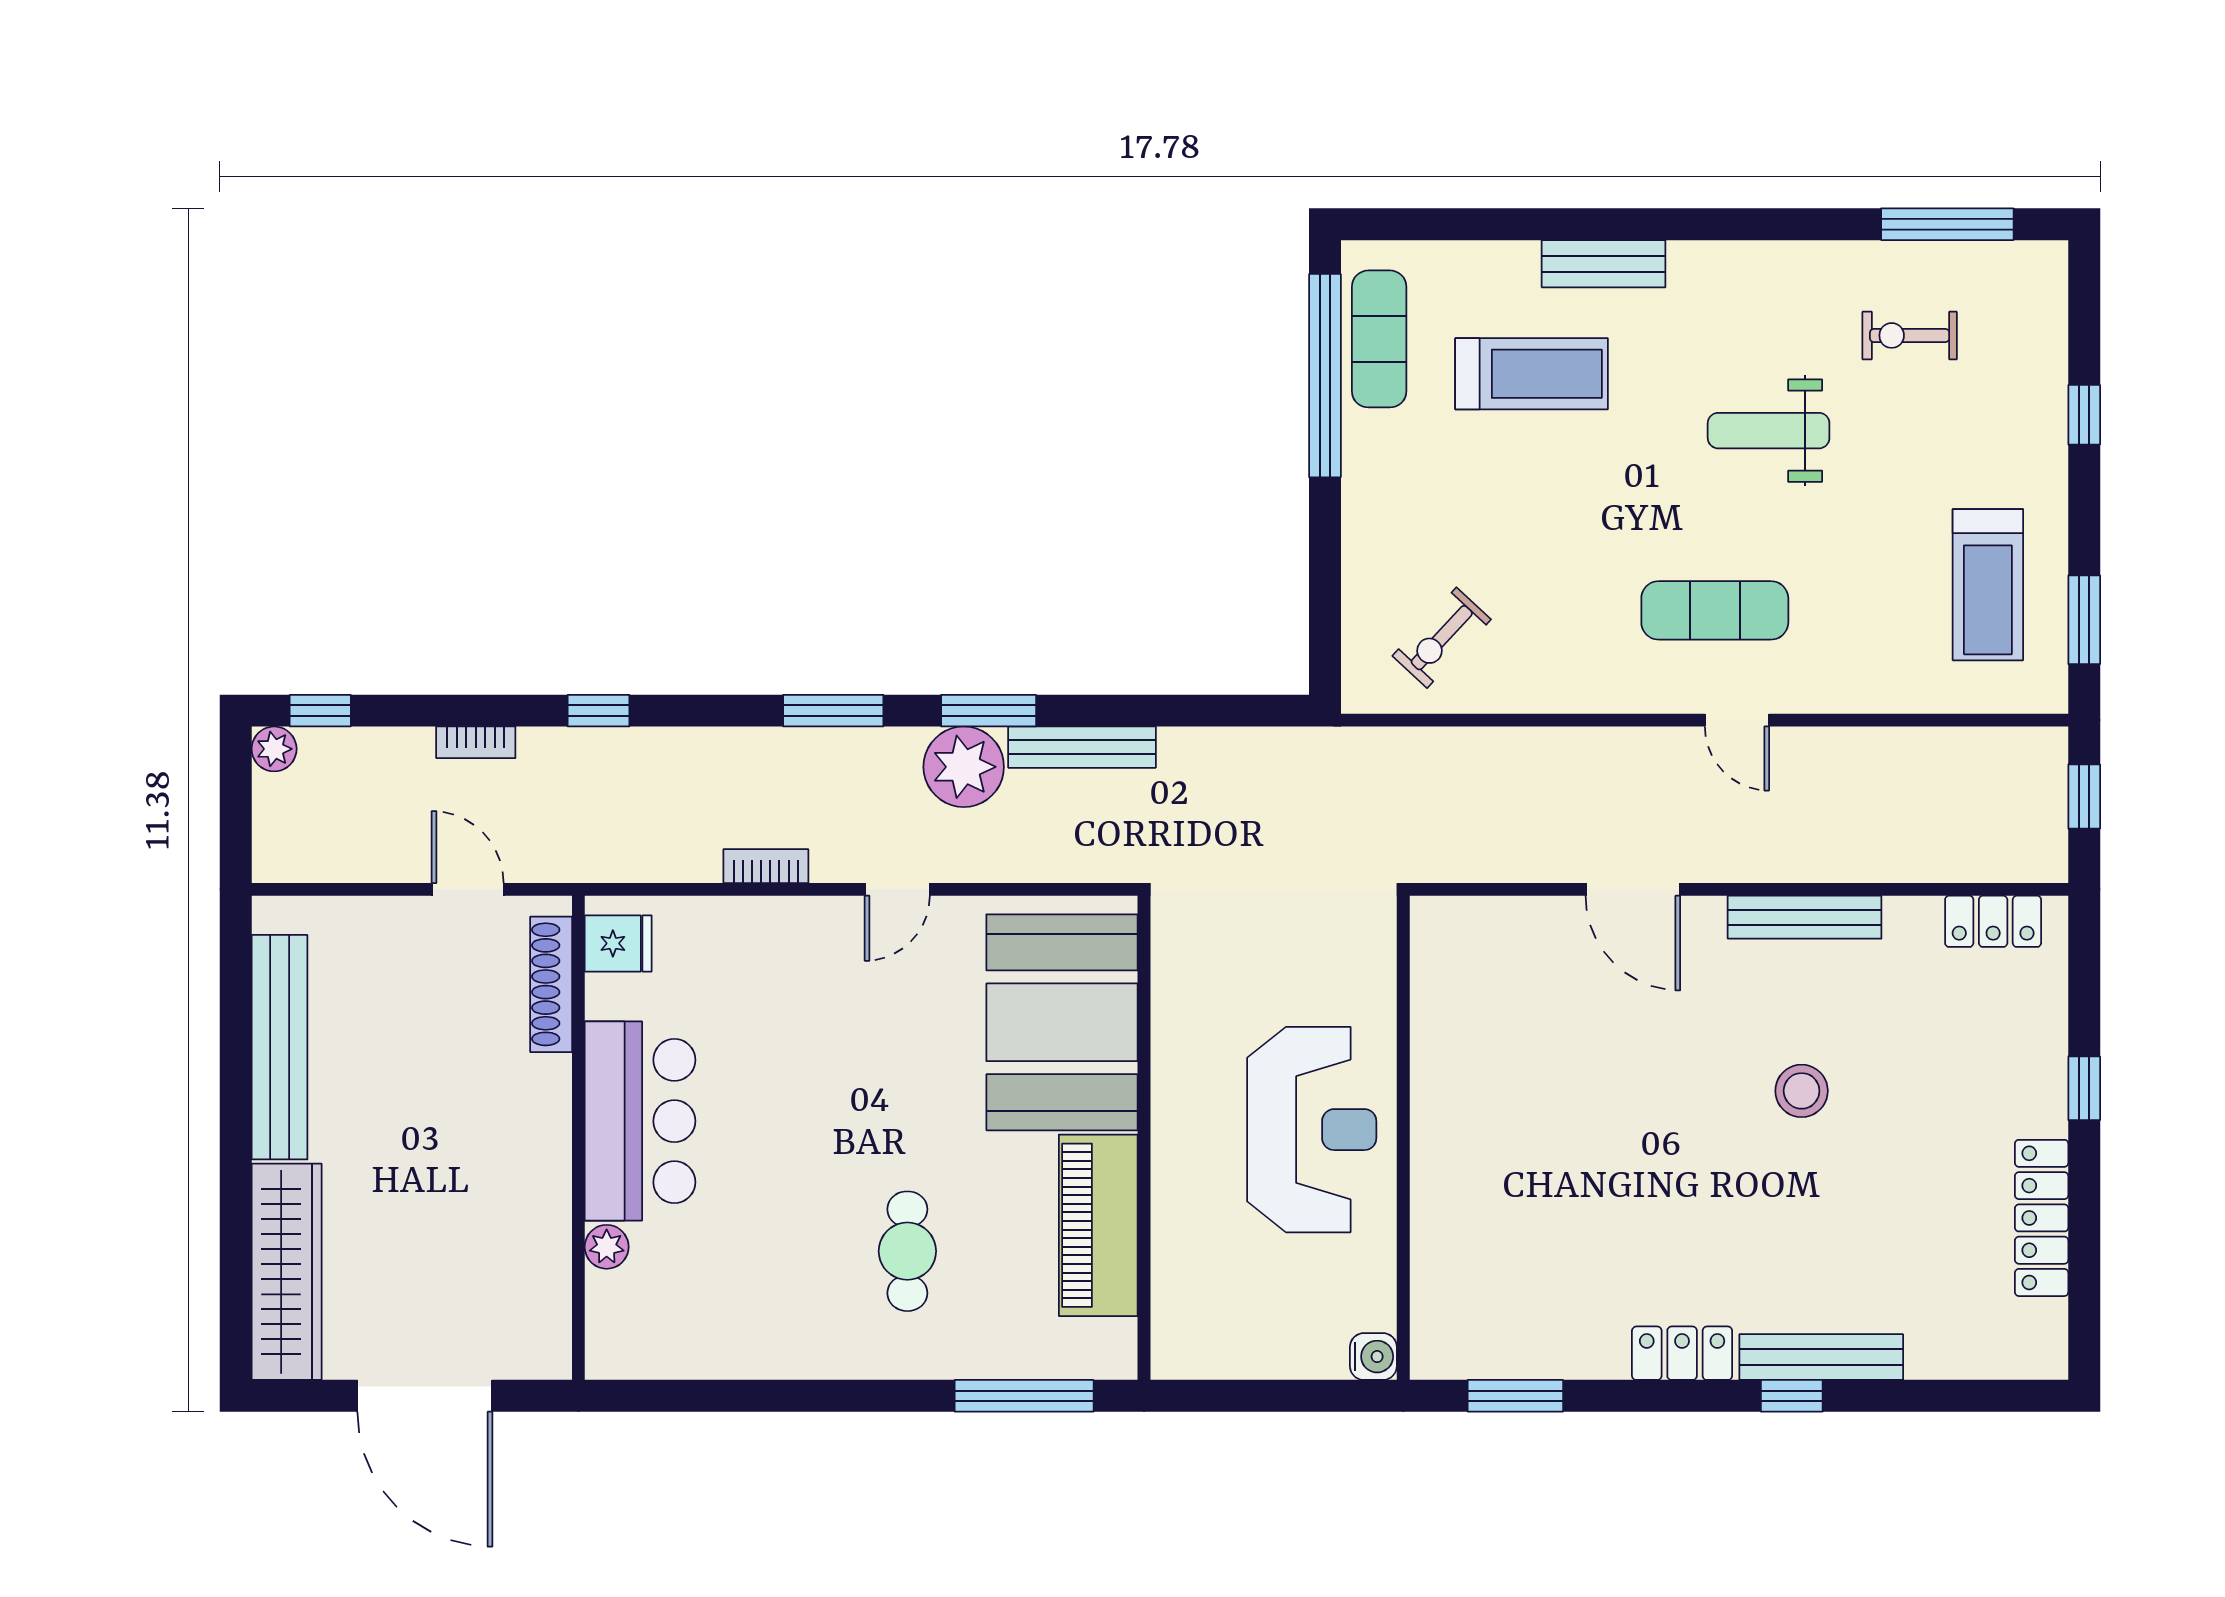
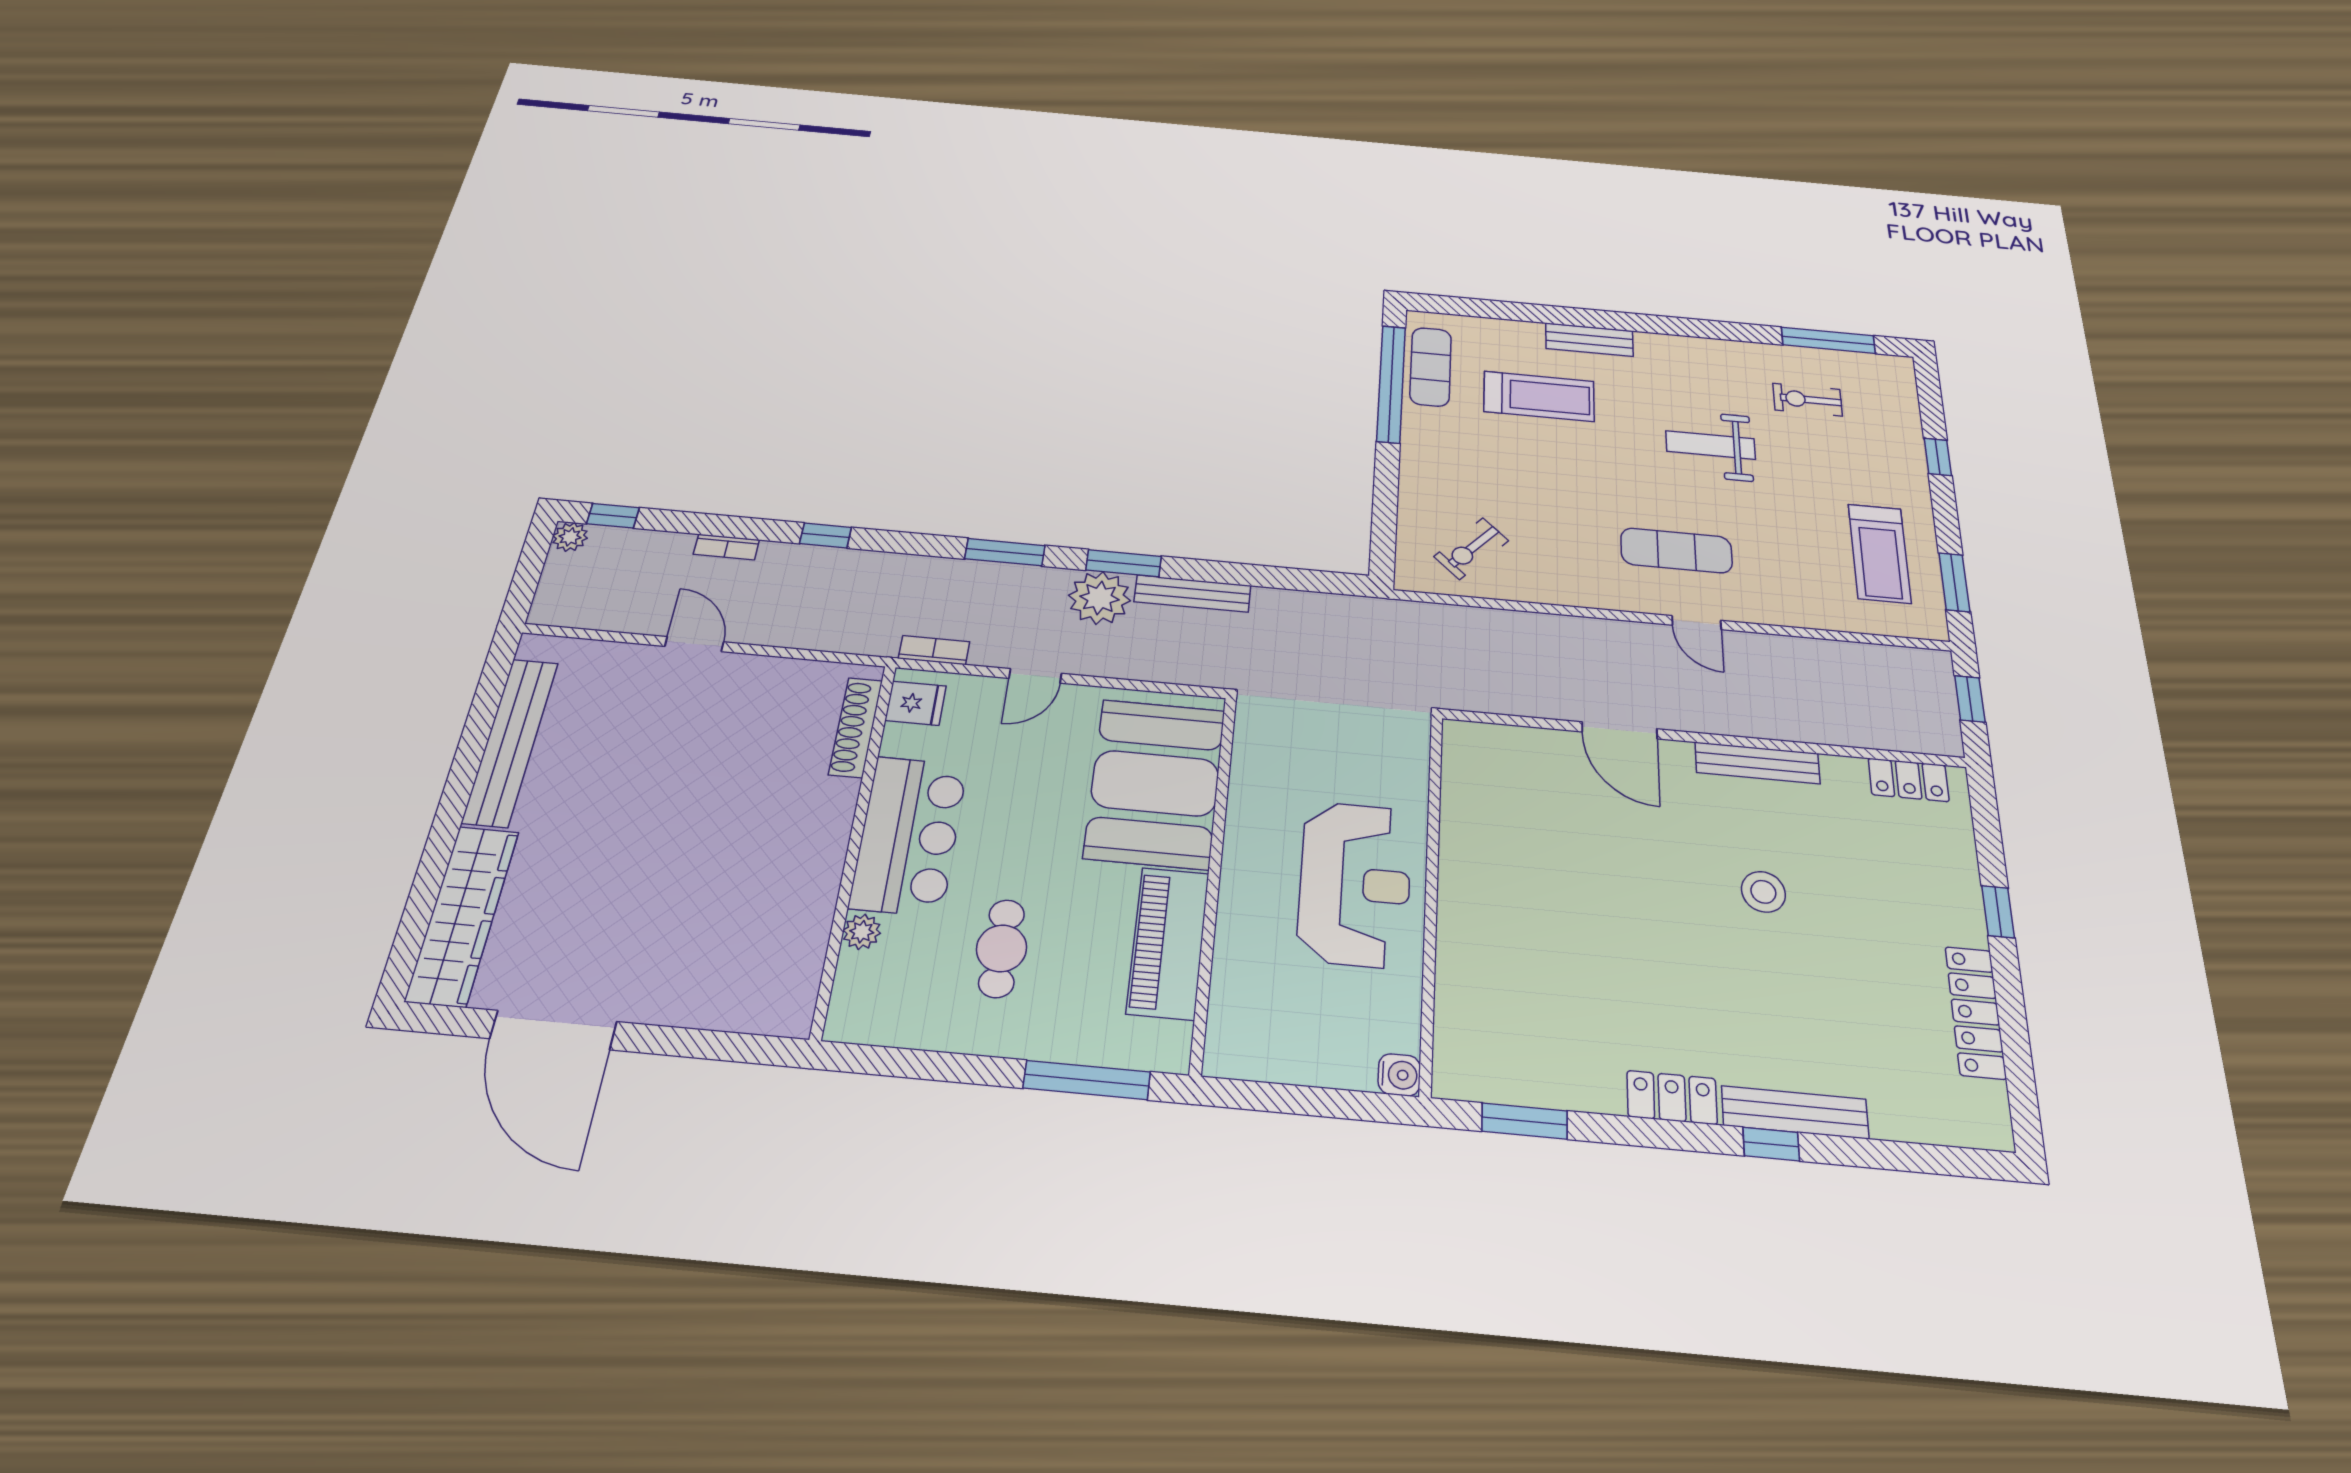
fridge: (618, 943) -> (916, 703), moved
shoe rack: (551, 984) -> (856, 727), moved
bar counter: (640, 1121) -> (909, 835), moved
wall: (578, 1138) -> (855, 843), moved
plant: (607, 1247) -> (862, 932), moved

